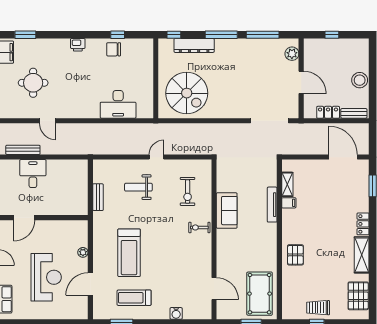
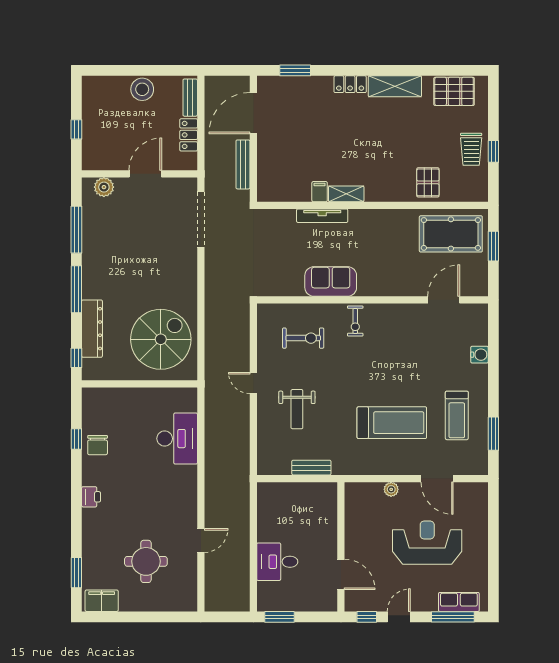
bench: (23, 150) -> (243, 164), moved
shelving: (287, 184) -> (346, 194), moved
pallet: (295, 255) -> (428, 182), moved, turned 90

